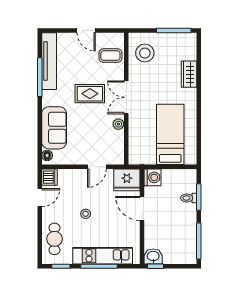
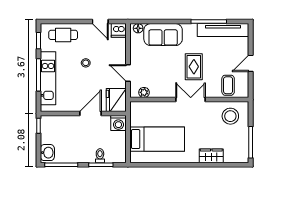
plant: (118, 124) -> (144, 92), moved
washbasin: (153, 256) -> (47, 153), moved

